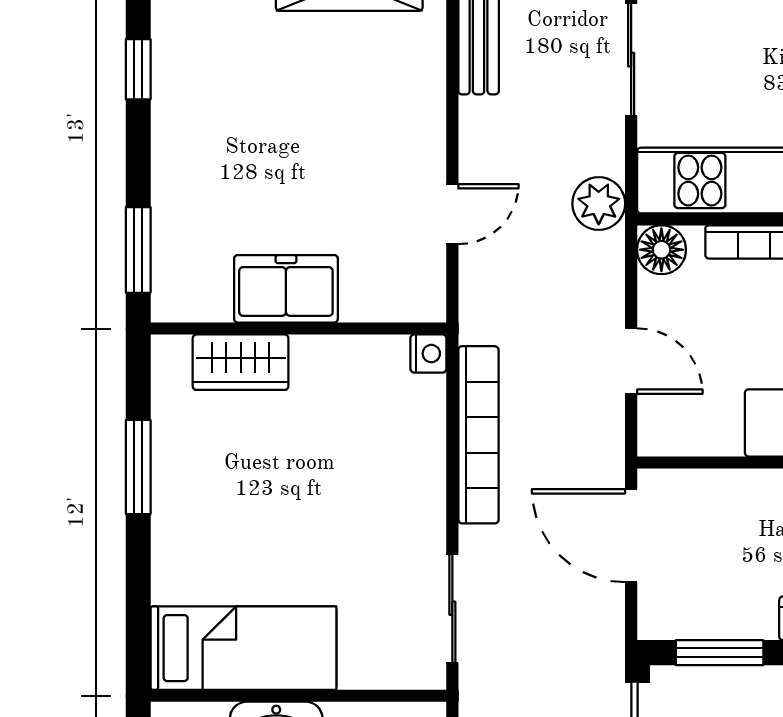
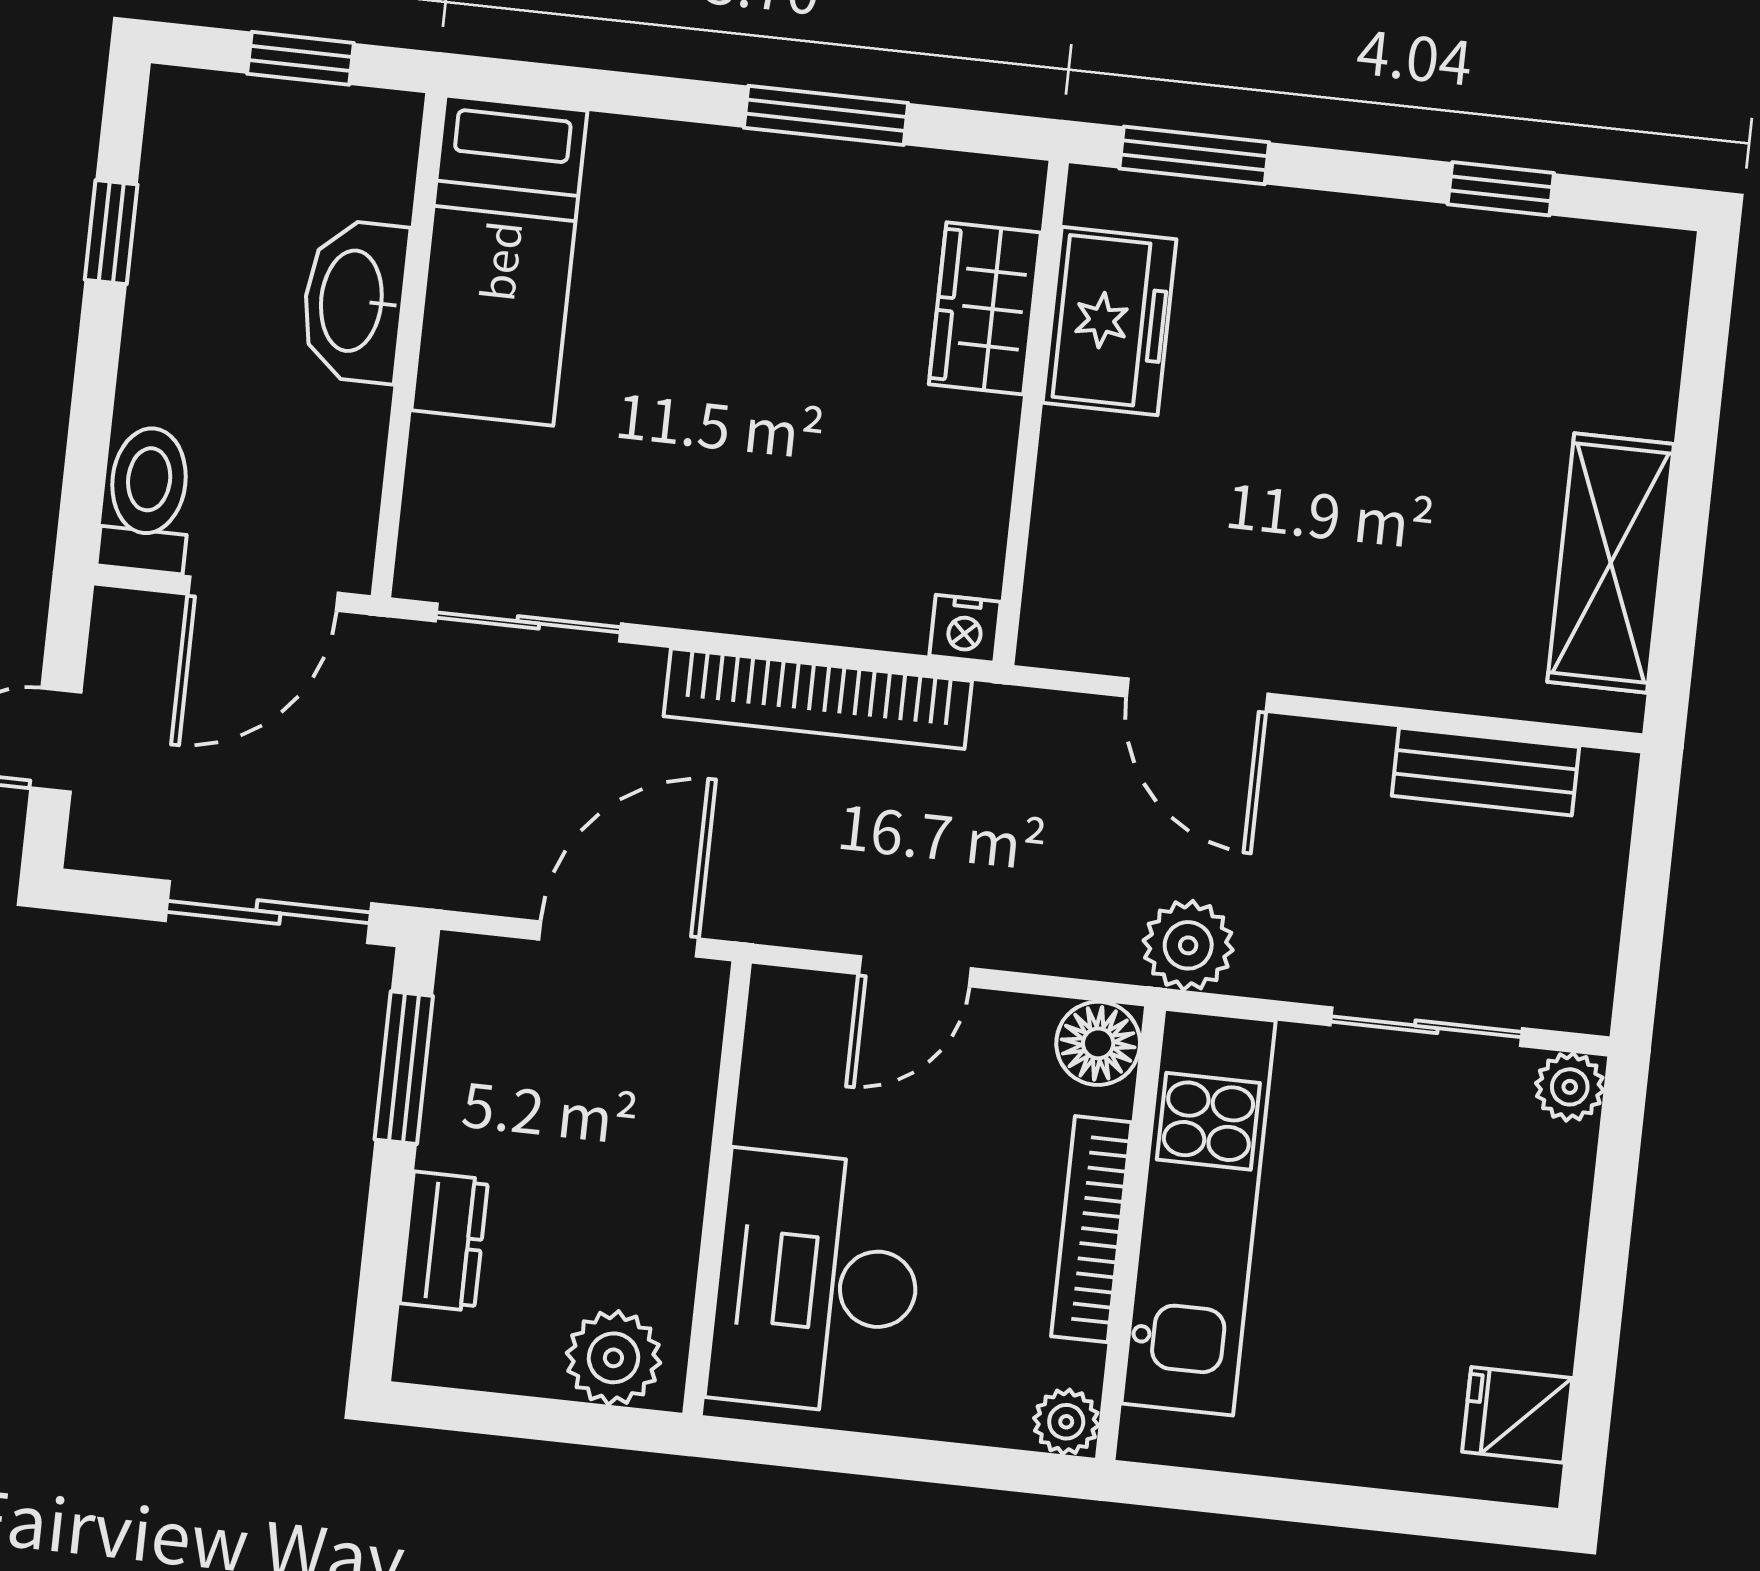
door: (452, 214) -> (1197, 695), width x1.38
freezer: (286, 289) -> (1110, 321), moved

